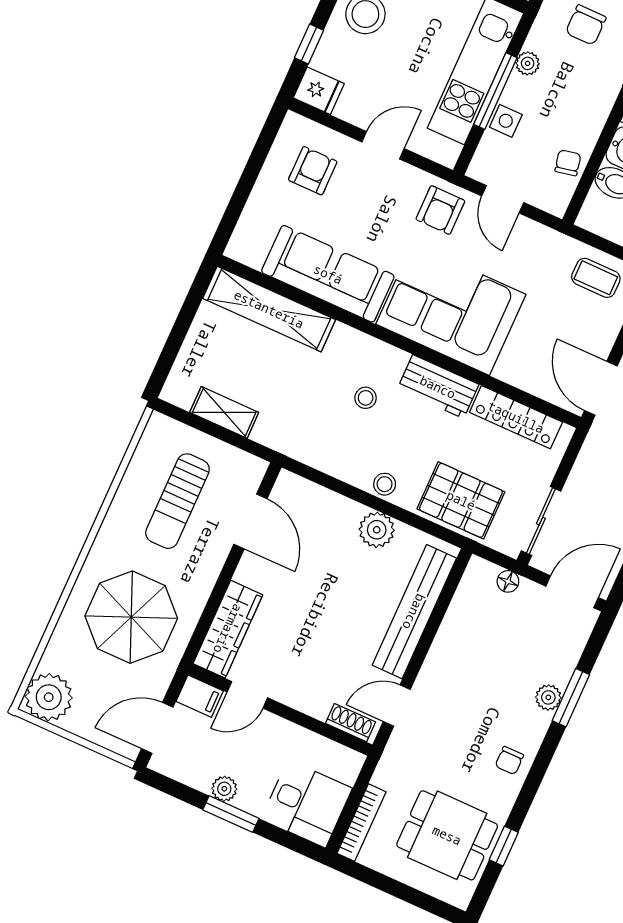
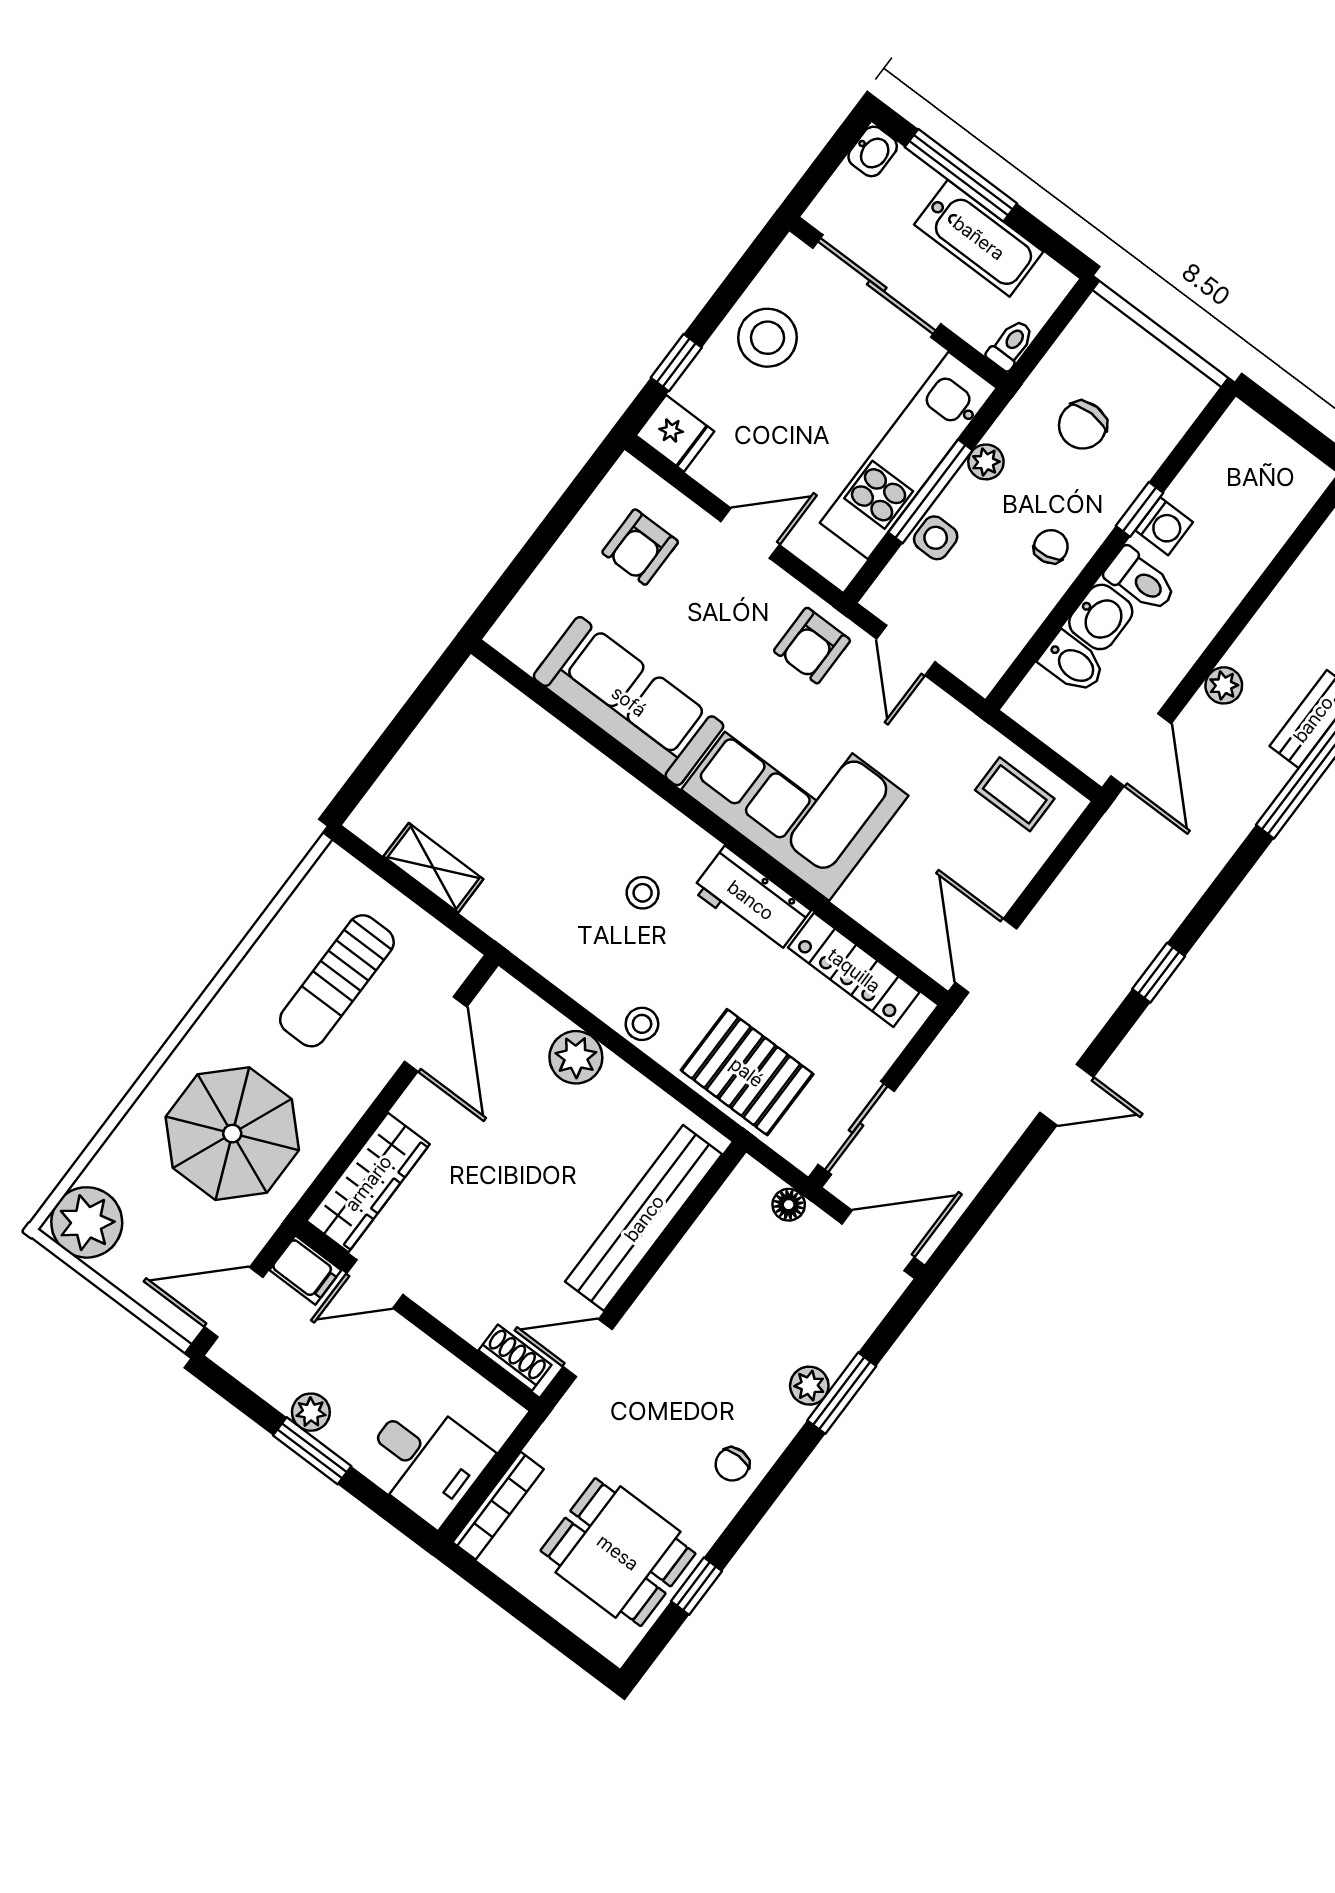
chair: (568, 163) -> (1051, 547), moved
armchair: (313, 171) -> (640, 547), turned 180
shelving: (269, 309) -> (532, 733), removed
plant: (377, 530) -> (576, 1057), moved

